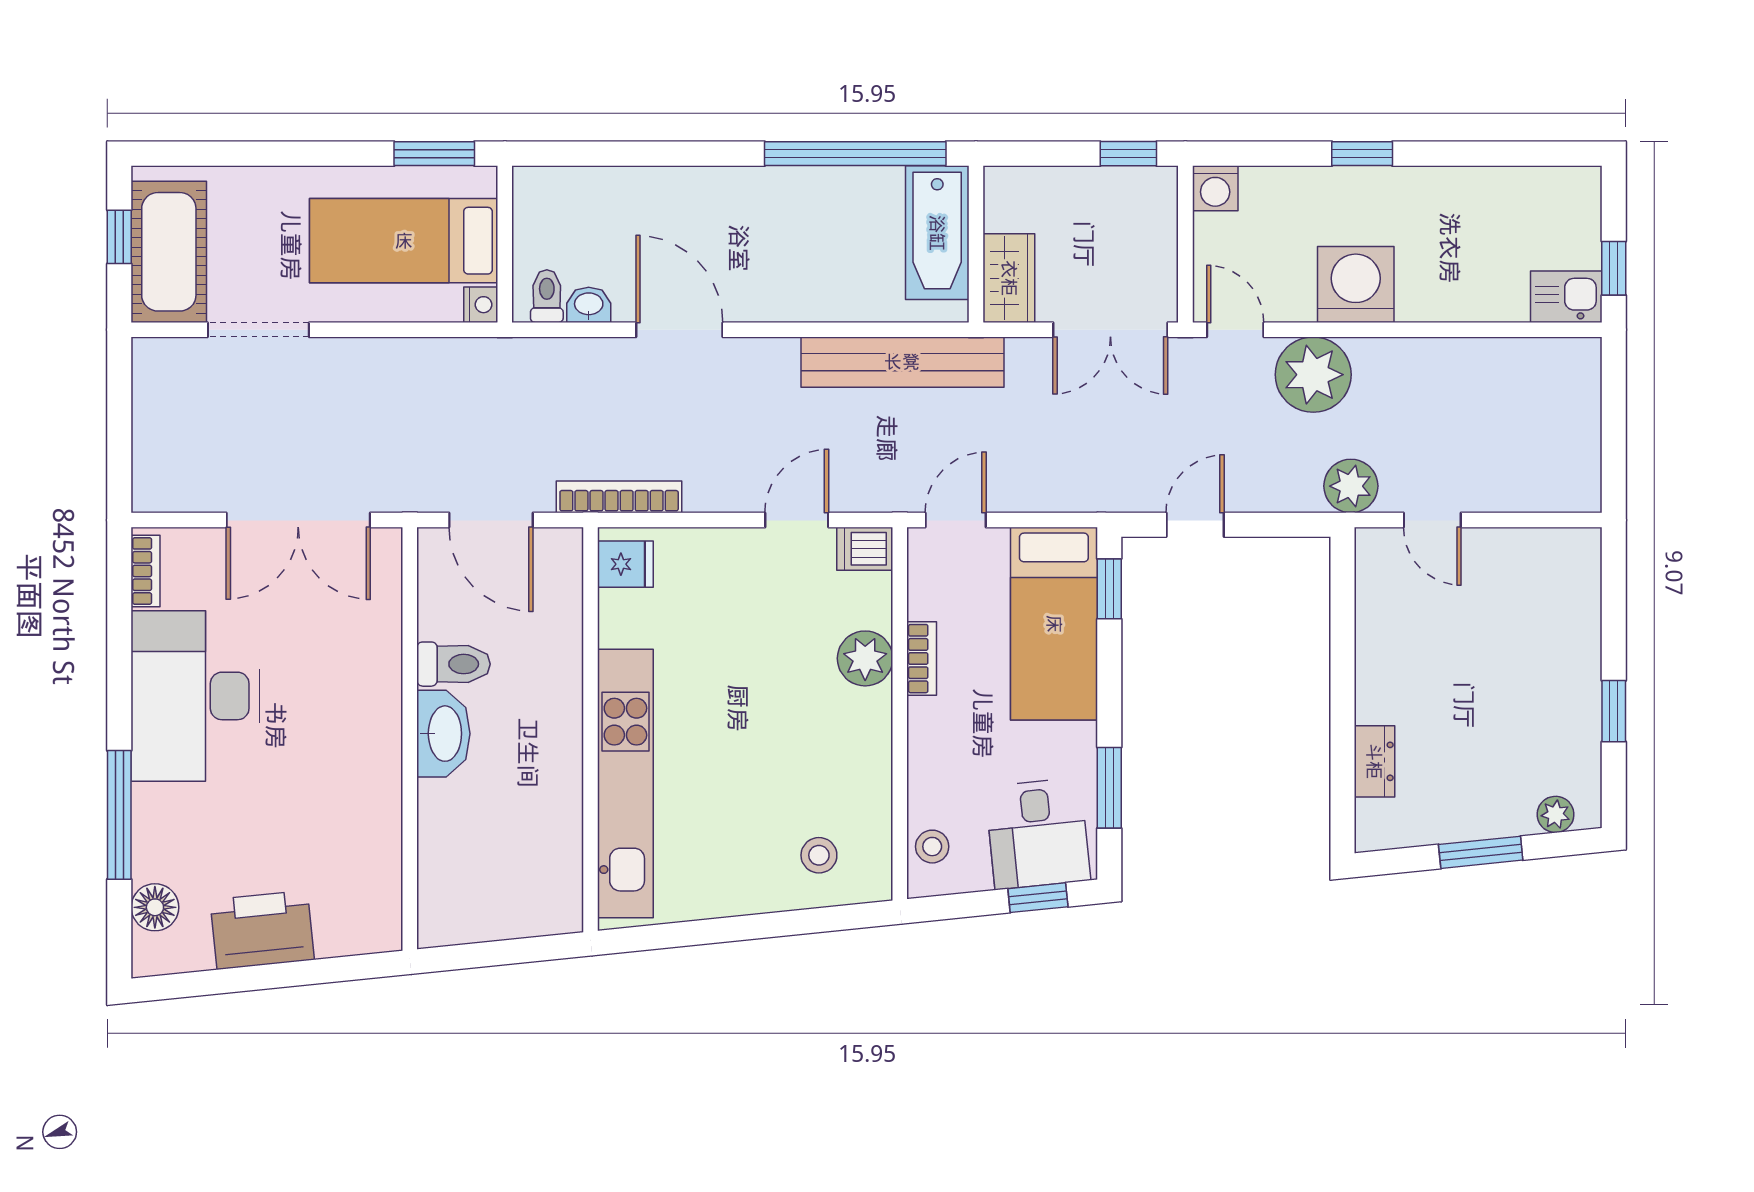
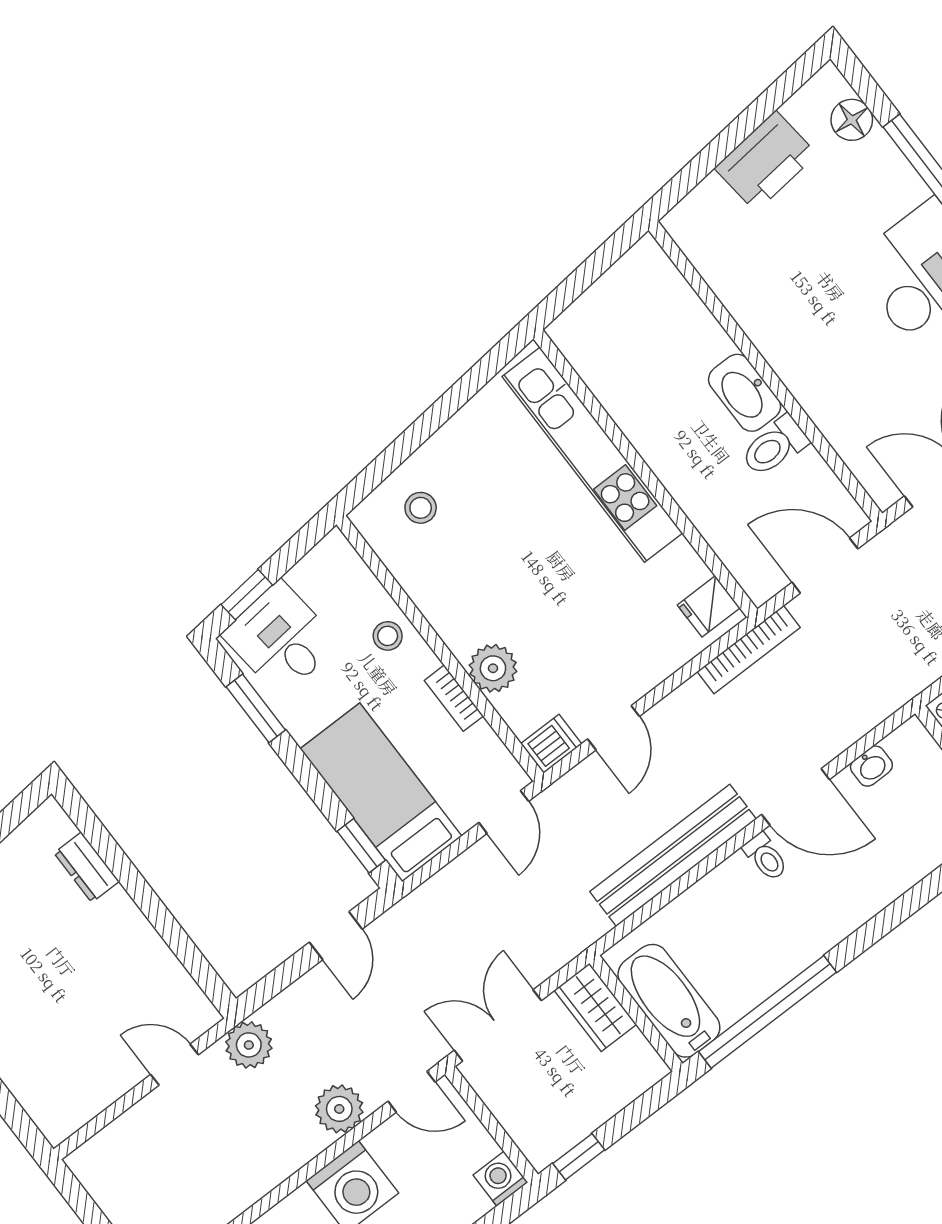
toilet: (547, 296) -> (766, 857), moved
bench: (902, 362) -> (673, 855), moved
plant: (1313, 375) -> (339, 1109), width x0.73, depth x0.73
stool: (932, 847) -> (388, 636), moved

